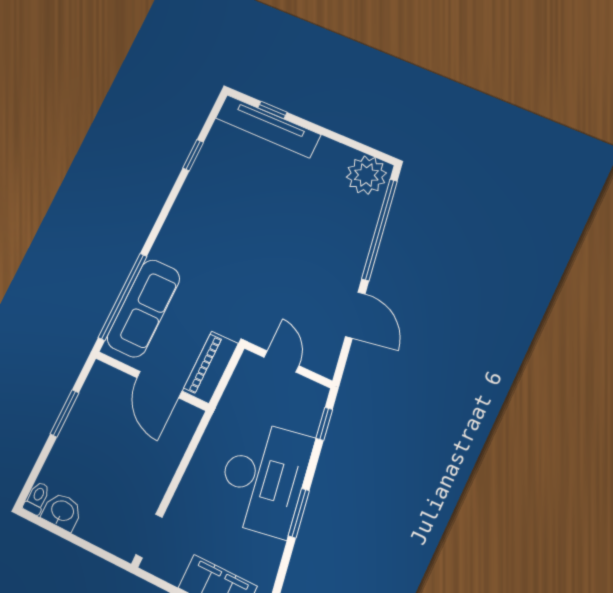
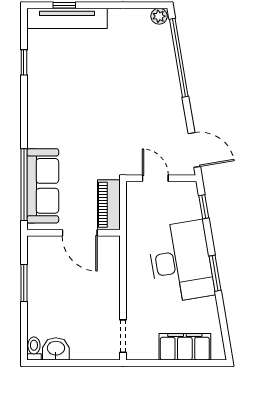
plant: (366, 175) -> (159, 16), width x0.53, depth x0.53
door: (355, 315) -> (194, 150), moved

